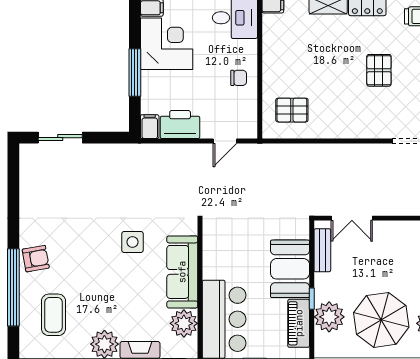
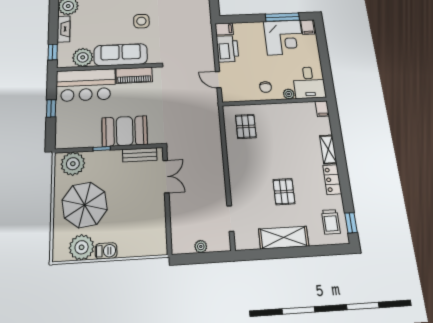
plant: (250, 48) -> (289, 94), added
pallet: (379, 70) -> (284, 192), turned 90
window: (135, 73) -> (282, 17), moved
double door: (352, 218) -> (166, 176), swing flipped
plant: (329, 317) -> (73, 164), moved
piano: (299, 323) -> (134, 75), moved, turned 180

